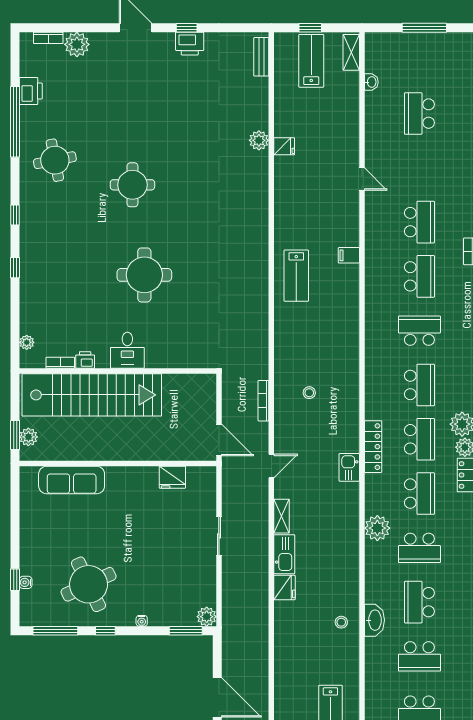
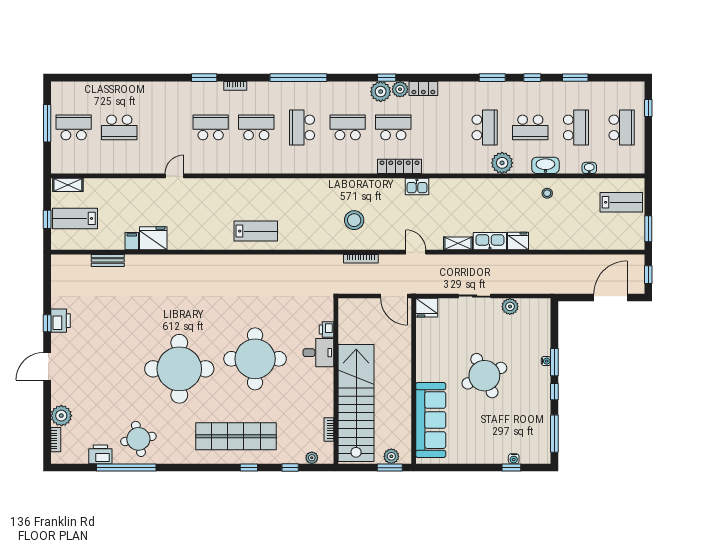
bench: (261, 57) -> (108, 260), moved
washbasin: (371, 82) -> (589, 168), moved
plant: (259, 140) -> (142, 262), removed
fridge: (284, 146) -> (153, 238), width x1.88, depth x1.34
round table: (55, 160) -> (138, 439), moved
round table: (132, 185) -> (179, 369), width x1.86, depth x1.86
window: (15, 215) -> (290, 468), moved
shop shelf: (52, 252) -> (236, 436), added
filing cabinet: (349, 255) -> (132, 241), moved, turned 180
round table: (144, 275) -> (255, 359), width x1.36, depth x1.36
desk: (127, 350) -> (318, 353), moved
printer: (85, 360) -> (327, 329), moved
stool: (309, 393) -> (354, 220), width x1.89, depth x1.89
door: (219, 440) -> (394, 296), swing flipped
fridge: (172, 477) -> (427, 308), moved, turned 90
sofa: (72, 480) -> (431, 420), width x1.36, depth x1.27
school desk: (419, 494) -> (74, 127), moved
plant: (377, 528) -> (502, 163), moved
round table: (89, 584) -> (484, 376), moved
plant: (207, 617) -> (510, 306), moved
window: (186, 631) -> (554, 362), moved

